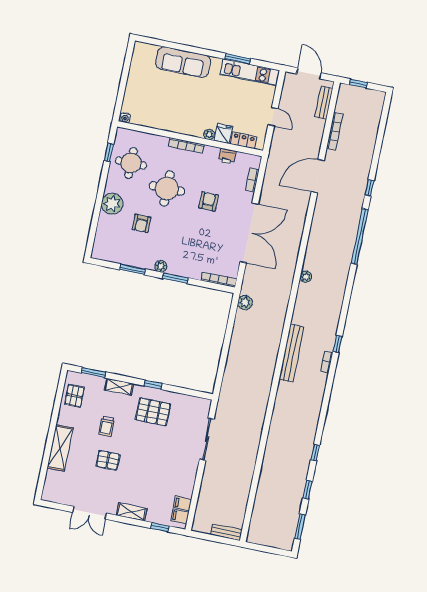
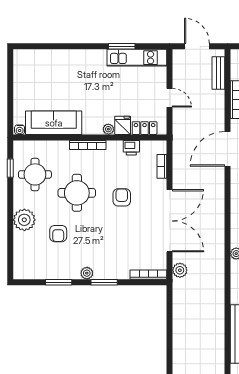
sofa: (183, 62) -> (54, 123), moved, turned 180
plant: (245, 302) -> (180, 270), moved

